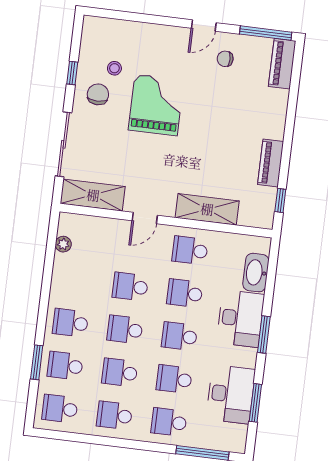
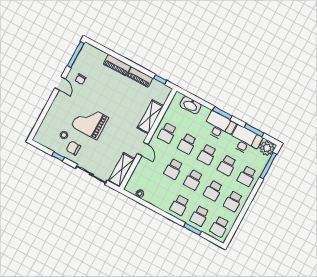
piano: (282, 64) -> (117, 65), moved
desk: (240, 318) -> (219, 126), moved
plant: (233, 438) -> (267, 148), added

